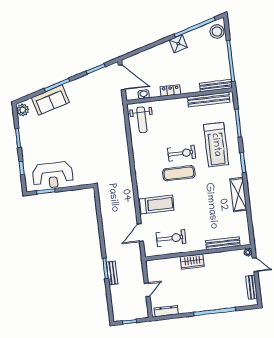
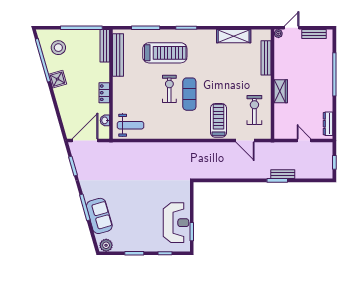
stool: (217, 31) -> (58, 48), moved
shelving: (238, 195) -> (234, 36), moved

